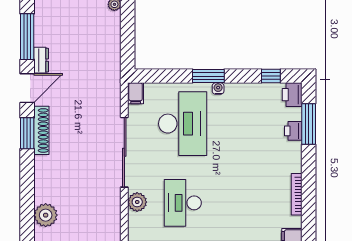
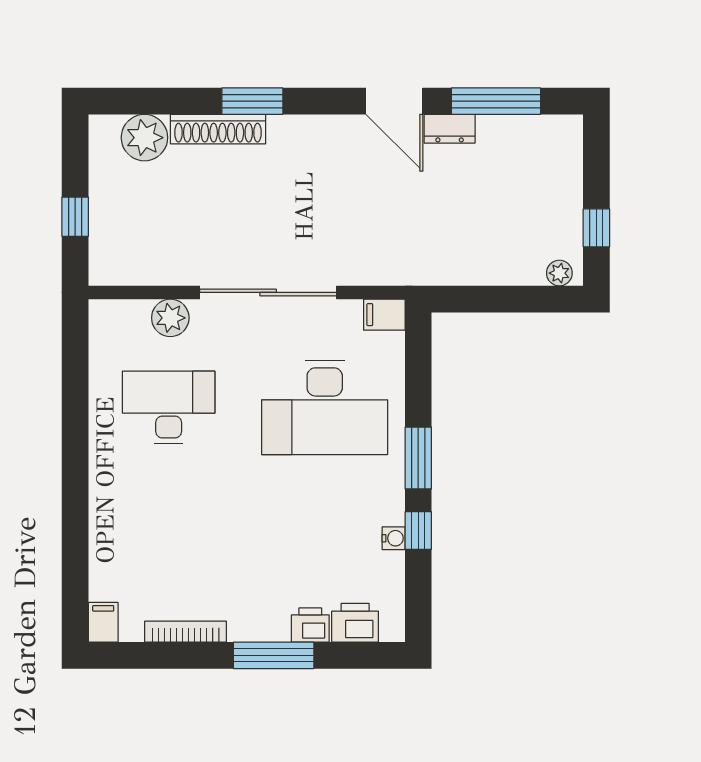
window: (271, 76) -> (418, 530), moved
water cooler: (218, 89) -> (394, 538), moved
printer: (292, 95) -> (355, 623), moved
window: (309, 124) -> (274, 655), moved
shoe rack: (41, 130) -> (218, 129), moved
window: (27, 133) -> (252, 101), moved

